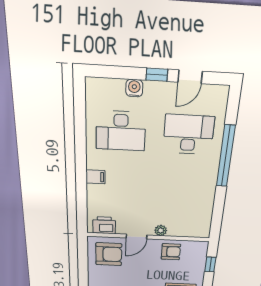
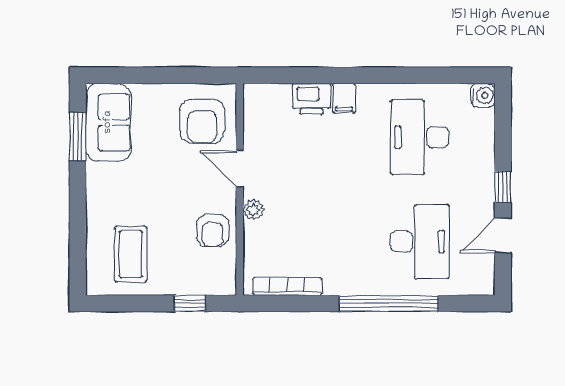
door: (190, 77) -> (503, 235), hinge flipped
water cooler: (134, 88) -> (483, 95), moved
bookcase: (207, 215) -> (287, 287), added
printer: (104, 225) -> (312, 99), moved, turned 90

